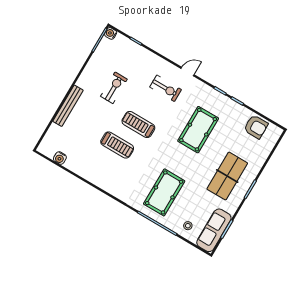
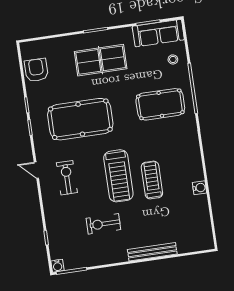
treadmill: (138, 124) -> (118, 176), width x1.37, depth x1.38
pool table: (198, 130) -> (80, 119), width x1.36, depth x1.32
water cooler: (60, 158) -> (200, 188), moved

